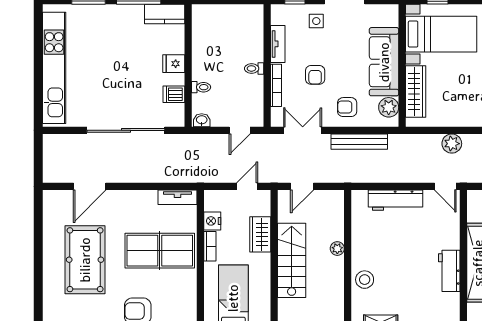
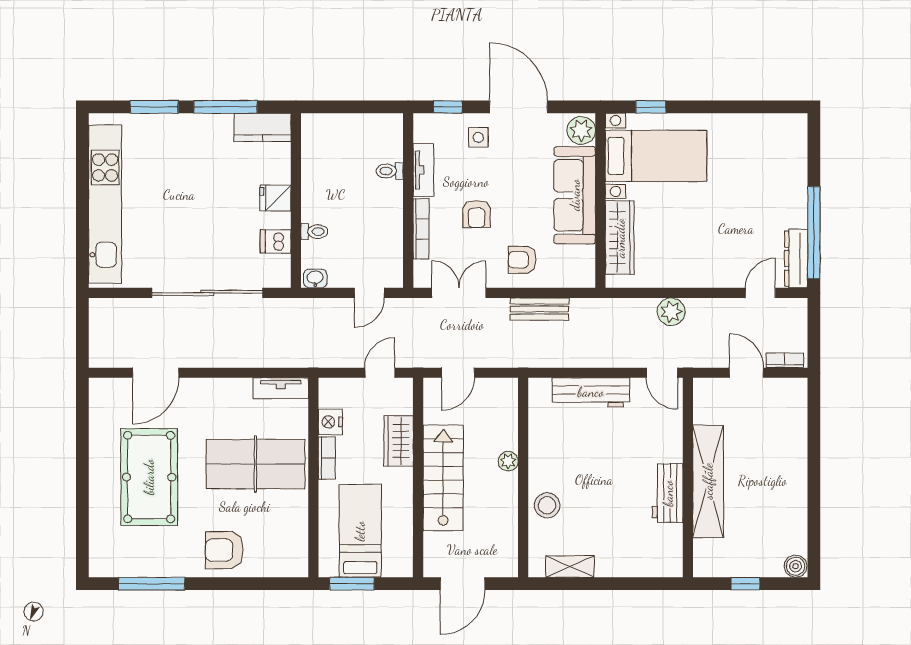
toilet: (254, 68) -> (390, 171), moved
plant: (389, 107) -> (581, 130), moved
bench: (359, 142) -> (539, 309), width x0.73

